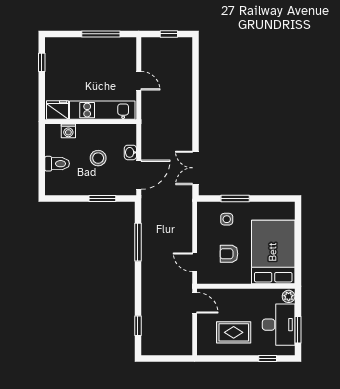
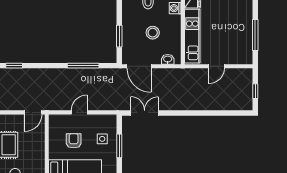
washbasin: (130, 152) -> (168, 59), moved
door: (195, 262) -> (79, 112), moved

